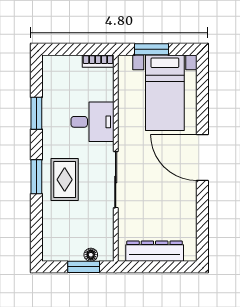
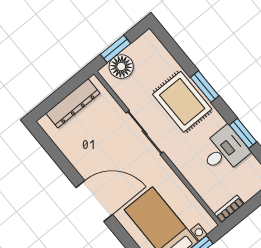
desk: (92, 122) -> (224, 151), moved, turned 180
rug: (65, 180) -> (182, 102), width x1.36, depth x1.43
floor lamp: (91, 255) -> (121, 67), width x1.89, depth x1.89

